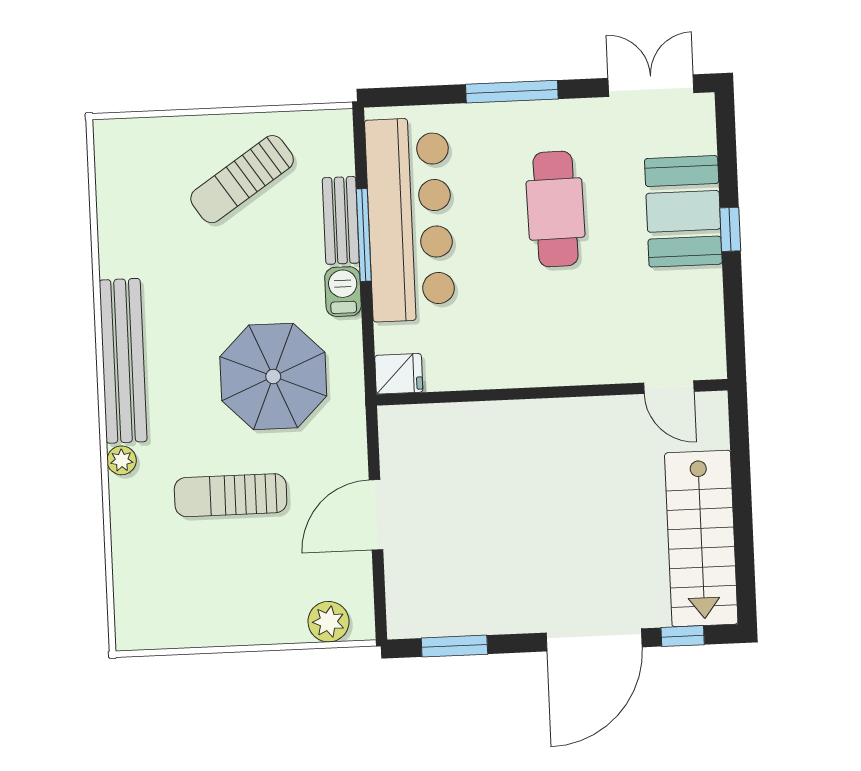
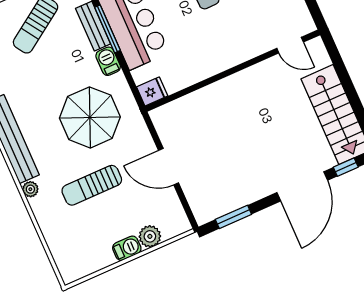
door: (376, 515) -> (168, 167), hinge flipped
plant: (329, 622) -> (150, 236), moved
barbecue: (249, 628) -> (127, 248), added

